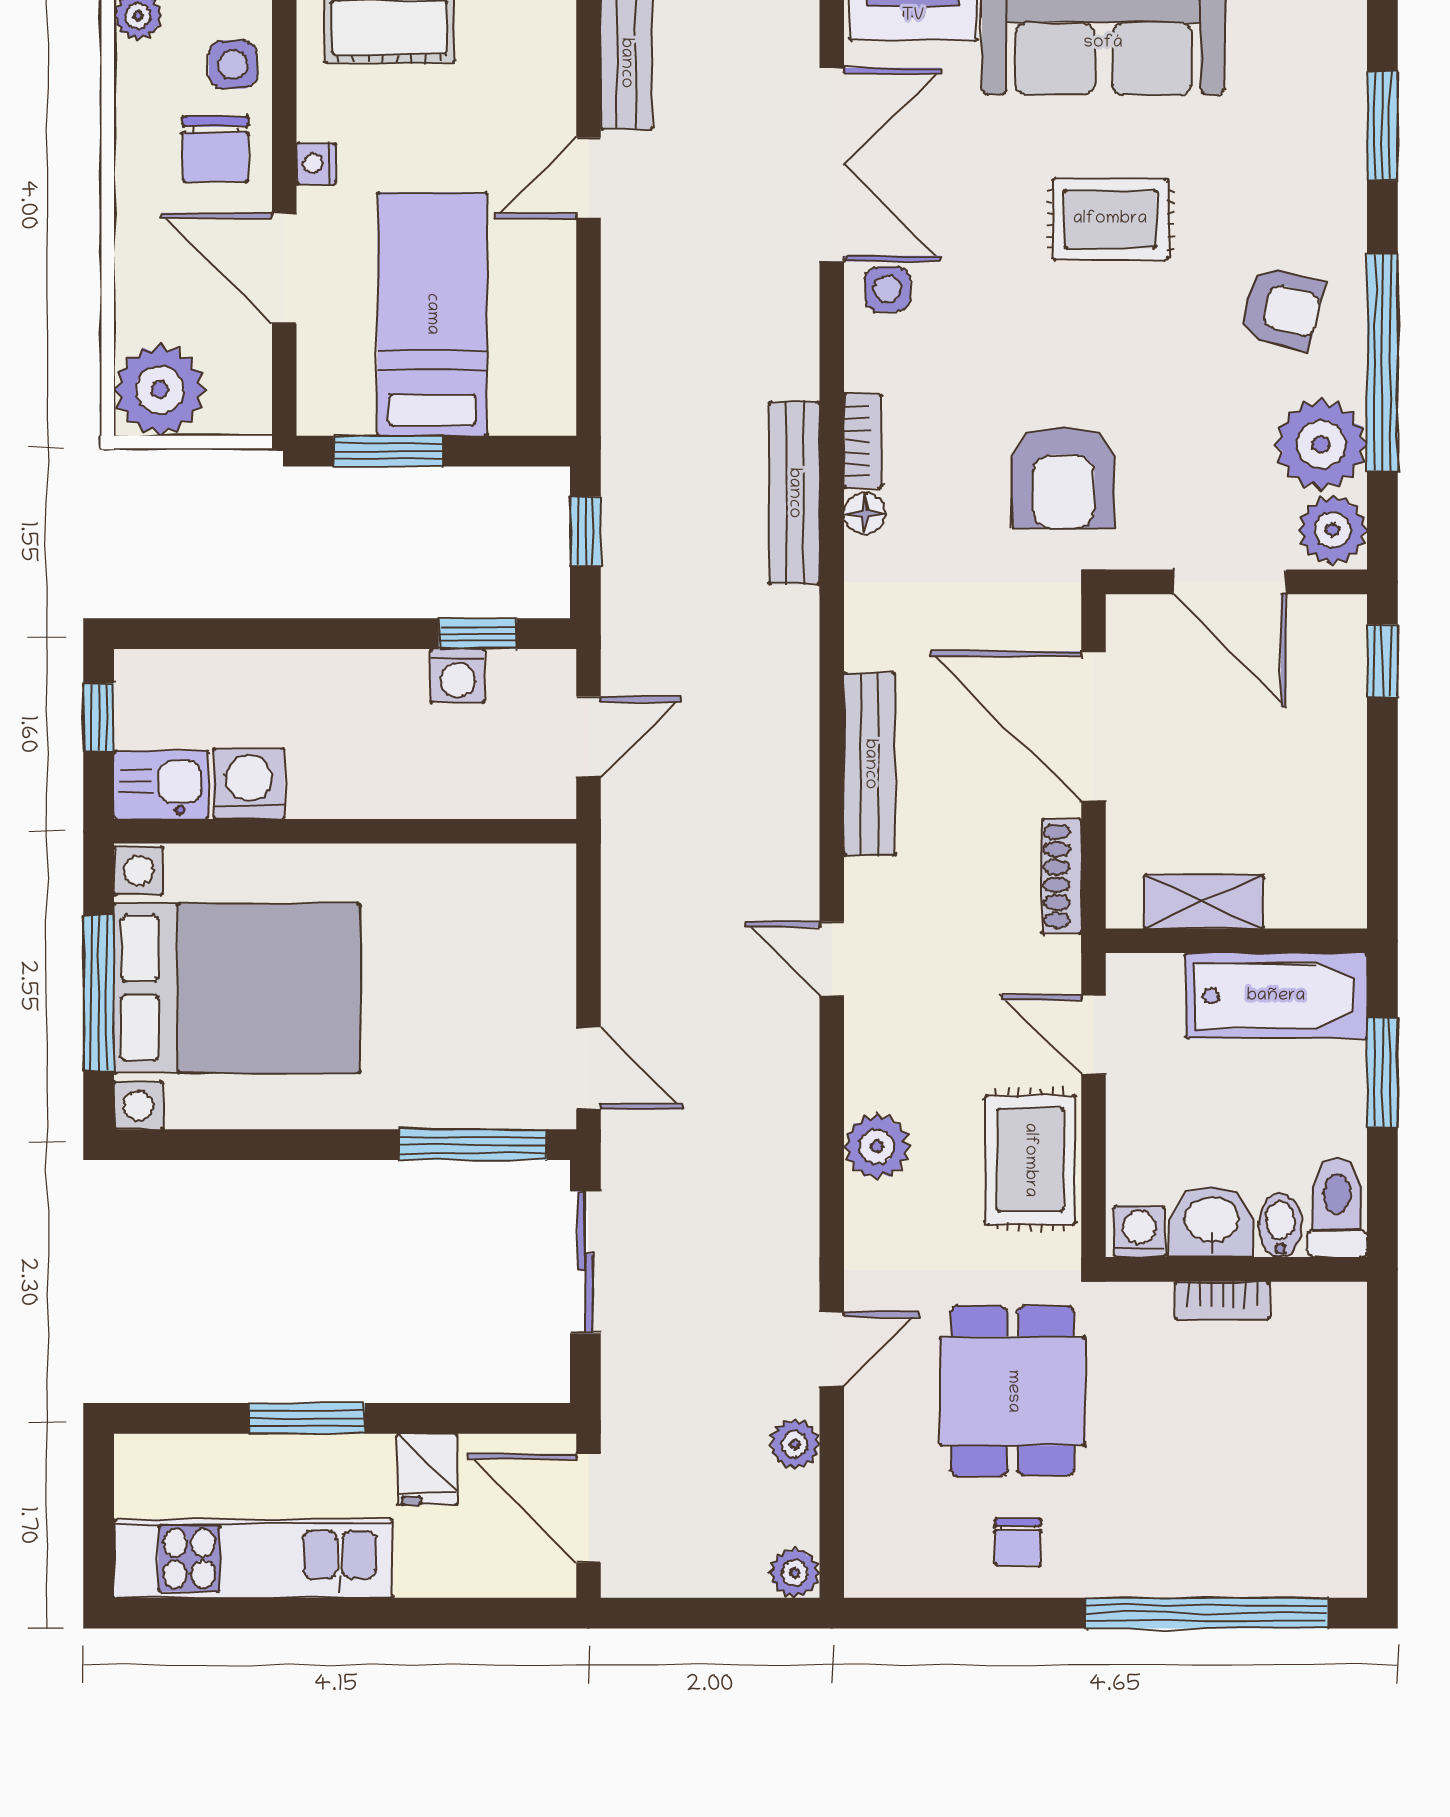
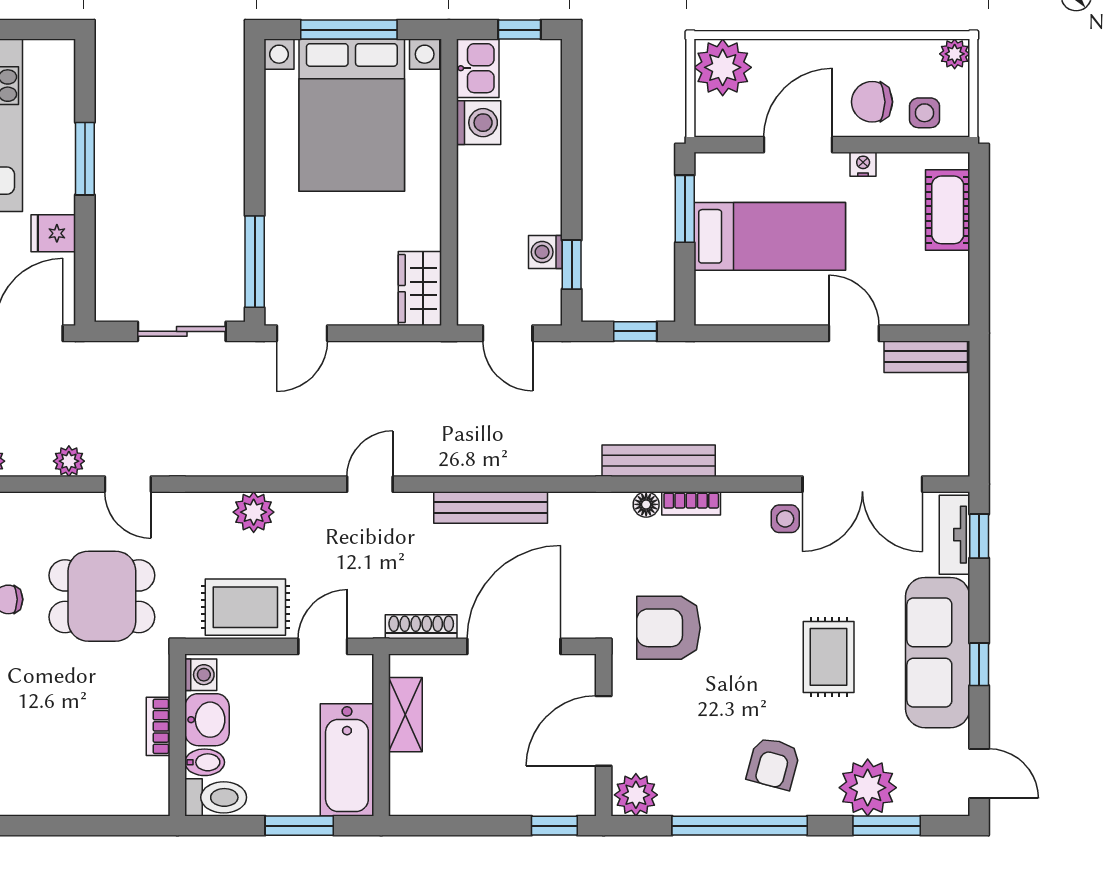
plant: (1321, 444) -> (868, 788), moved
wardrobe: (516, 878) -> (420, 289), added

